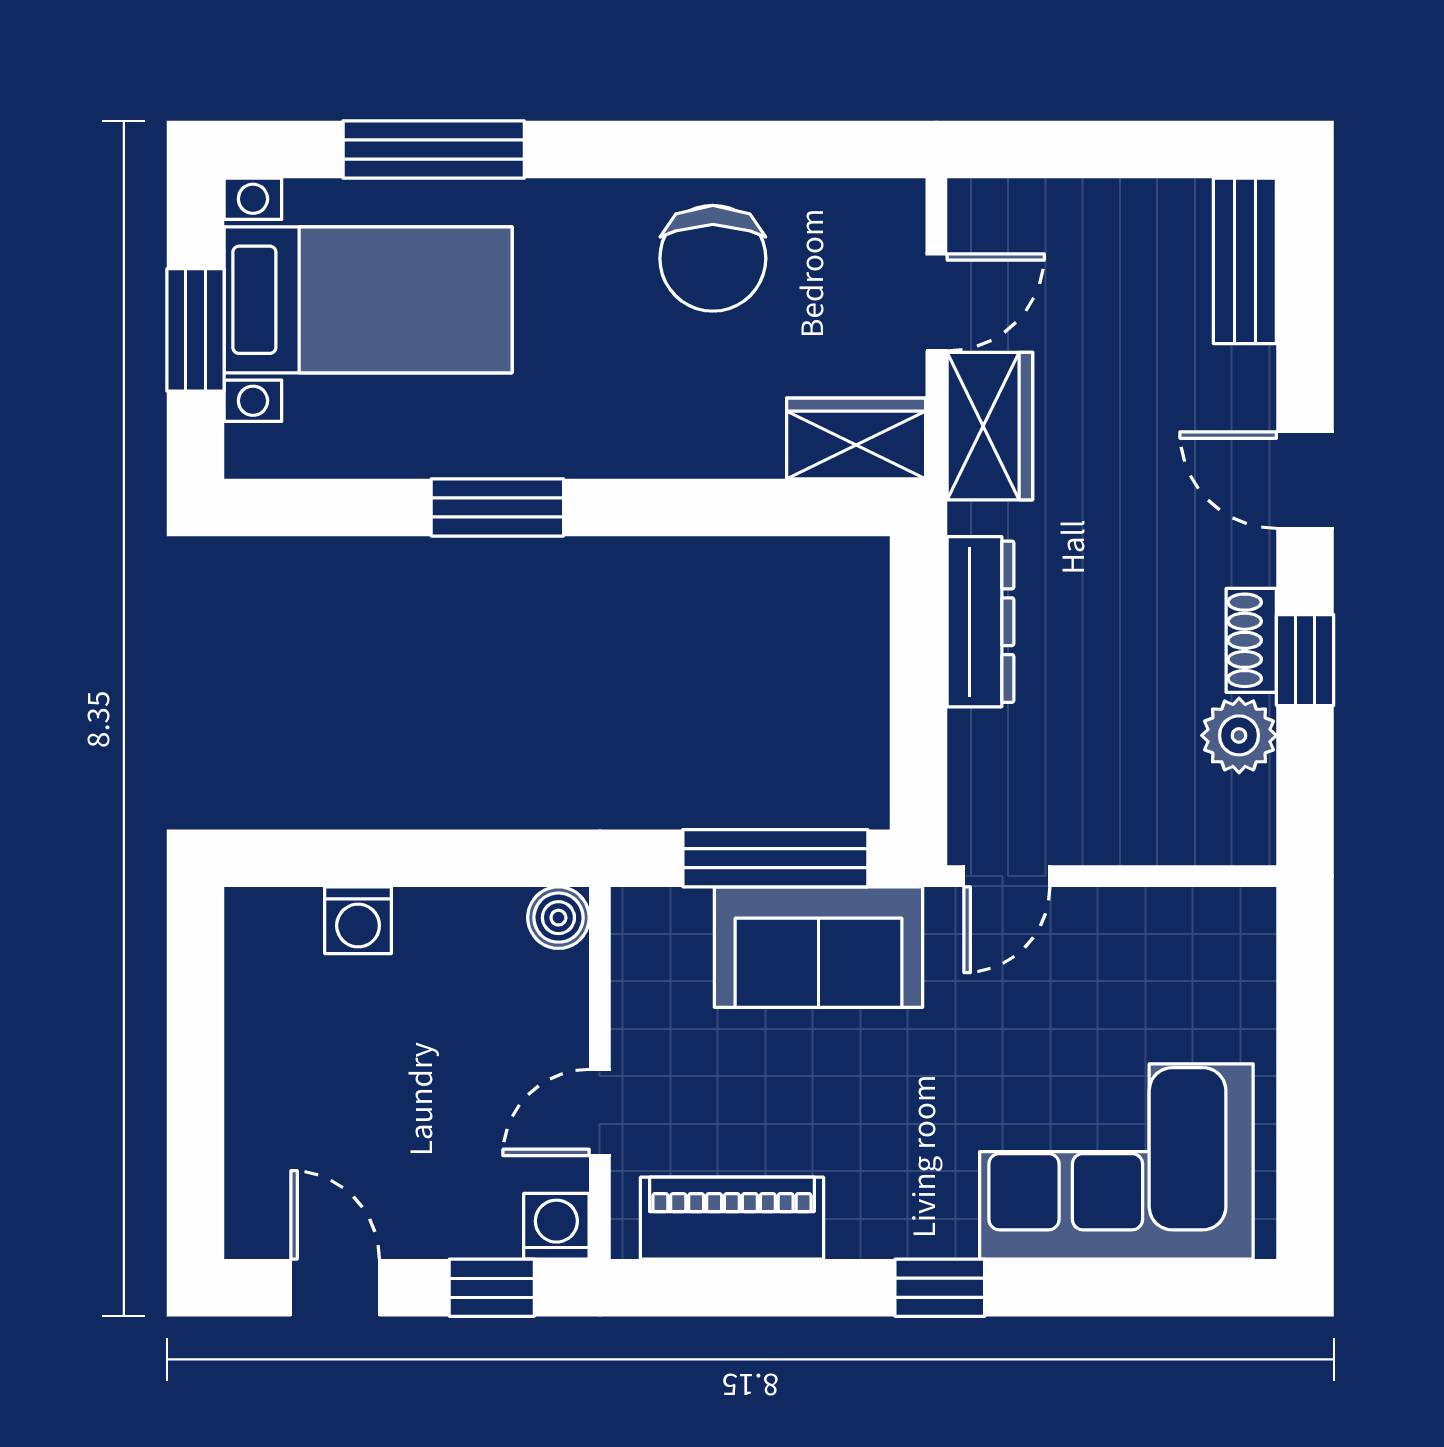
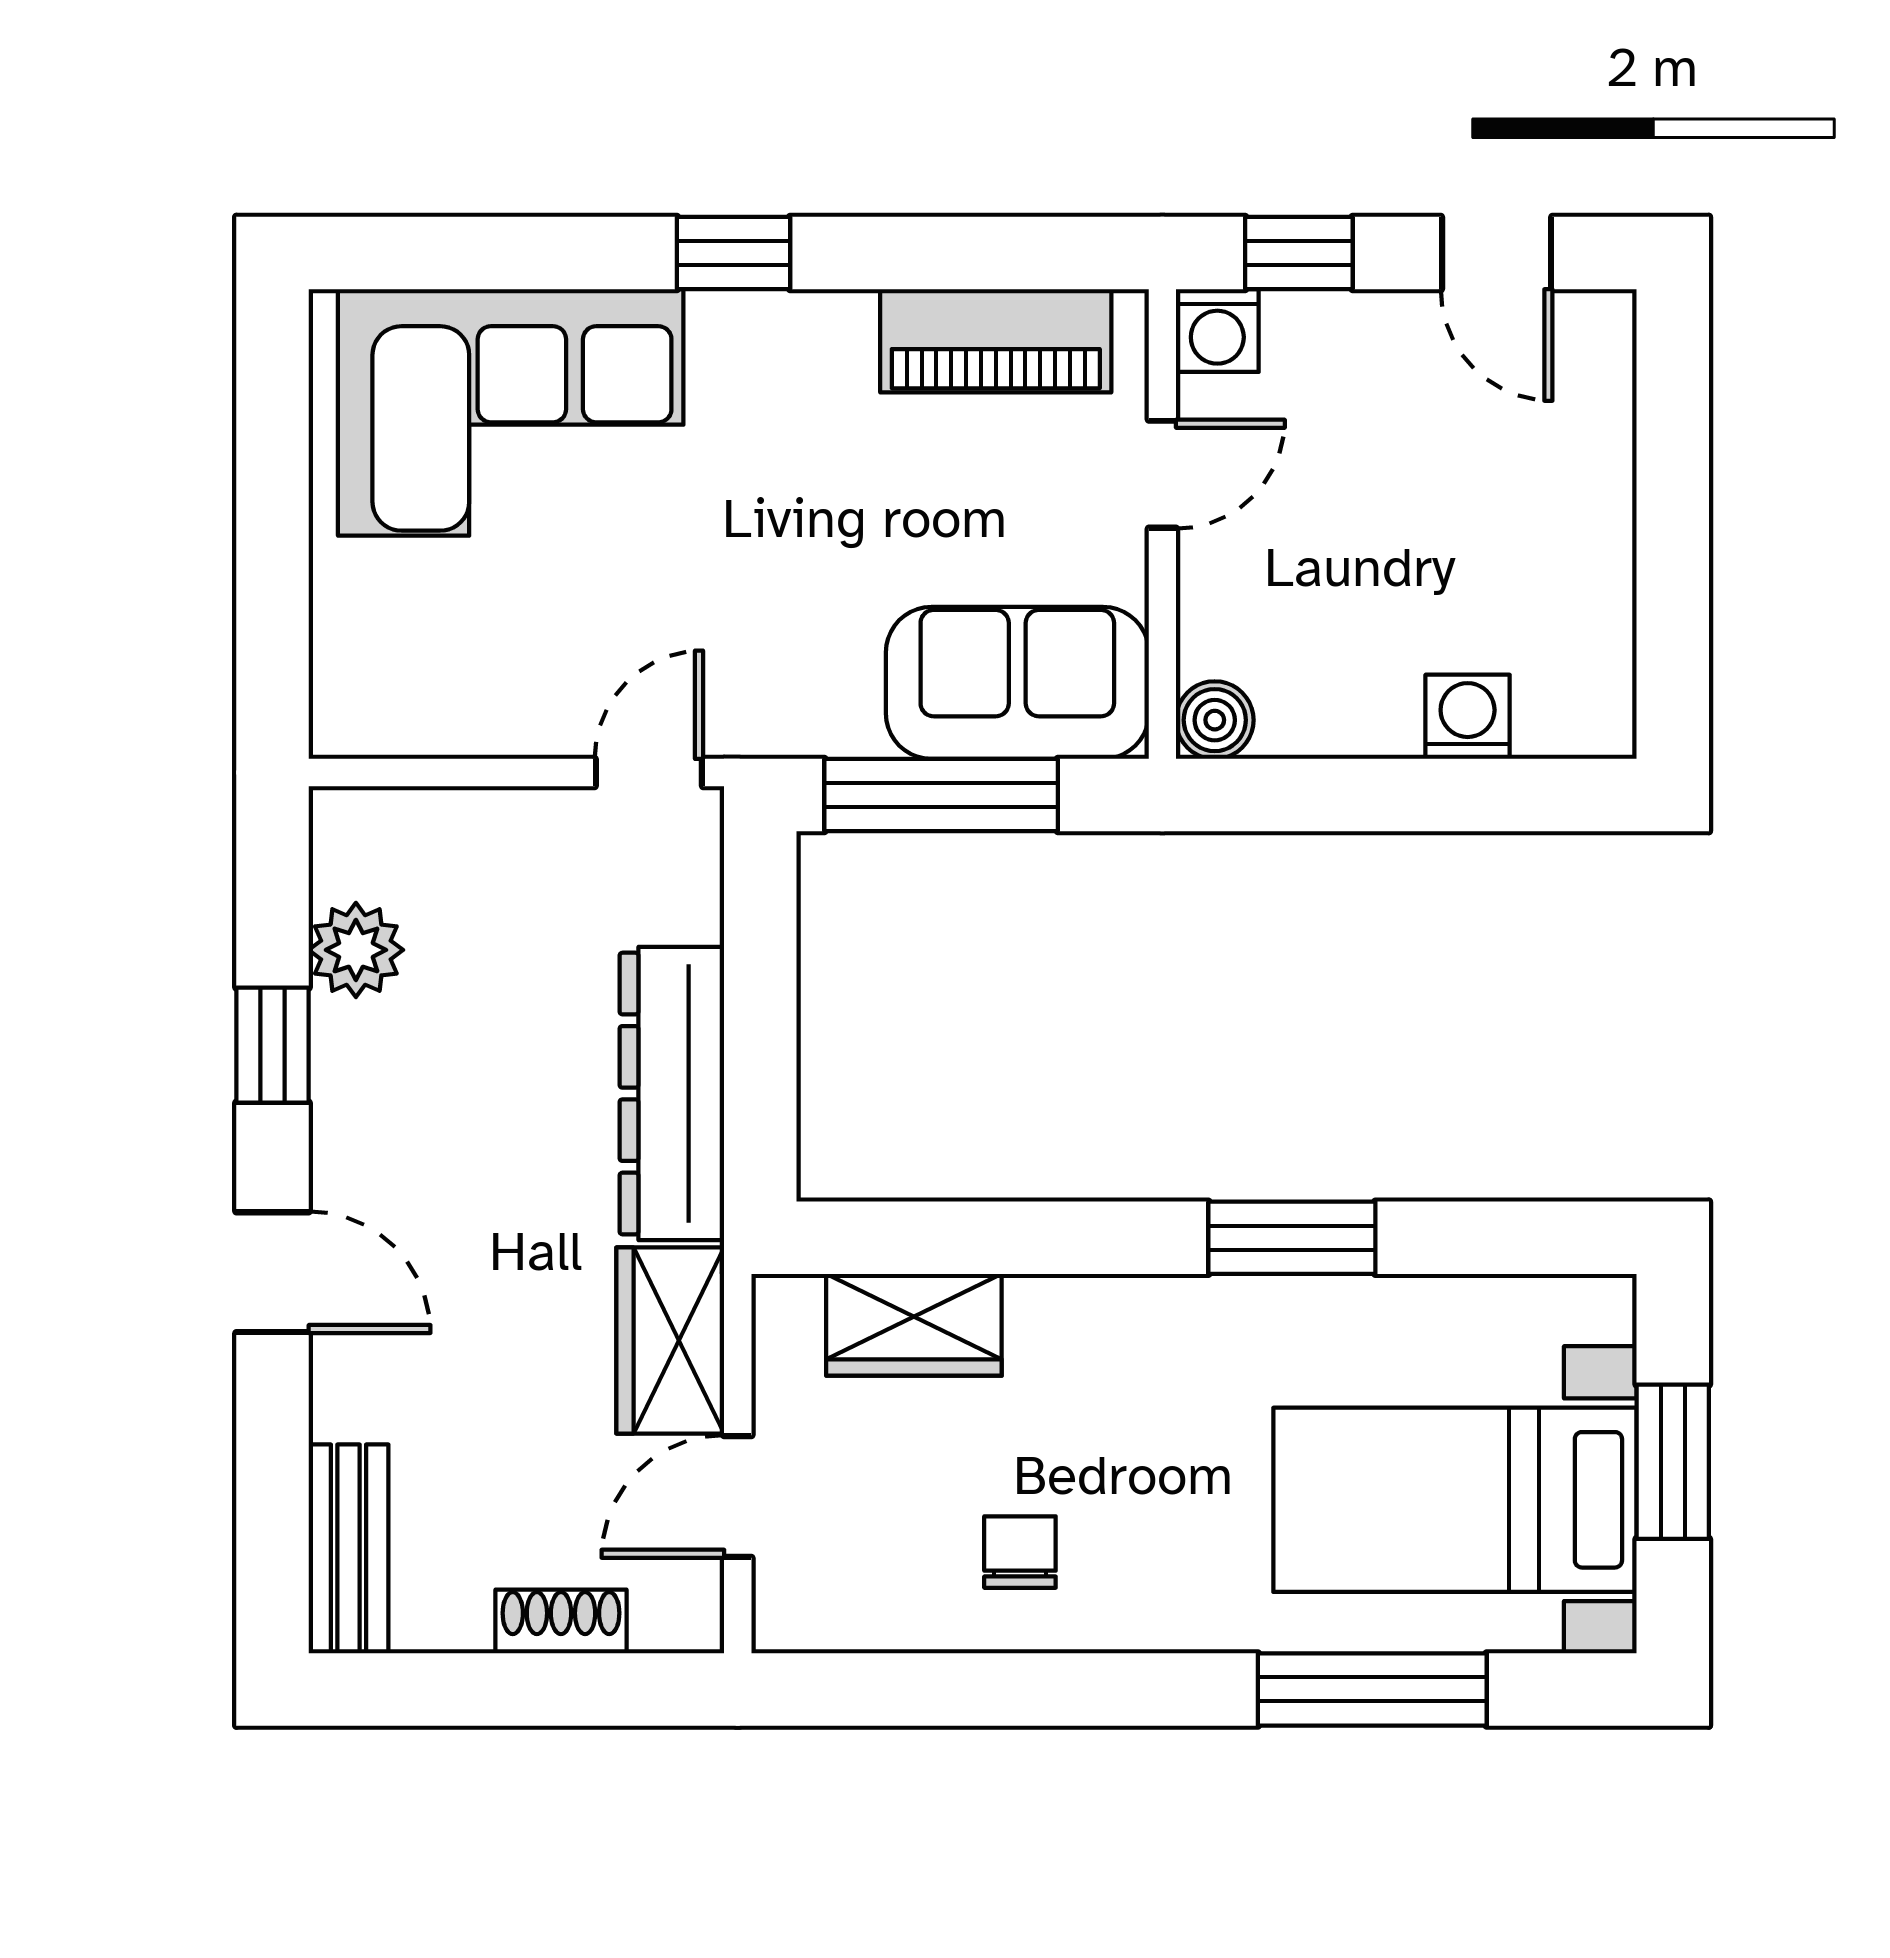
chair: (713, 258) -> (1020, 1552), width x0.54, depth x0.54
wardrobe: (856, 438) -> (914, 1325), moved
dresser: (980, 622) -> (672, 1094), width x1.37, depth x1.24
shoe rack: (1251, 640) -> (561, 1621), moved, turned -90
sofa: (819, 947) -> (1017, 683), moved

